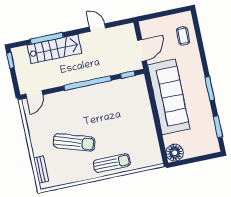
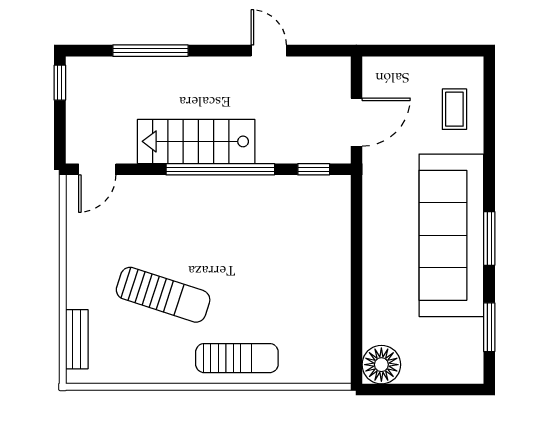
stairs: (54, 49) -> (196, 141), moved, turned 180
sofa: (169, 97) -> (451, 235), moved, turned 180

